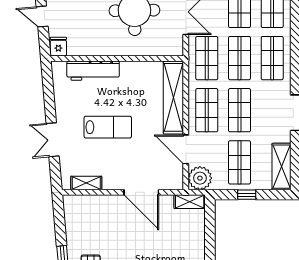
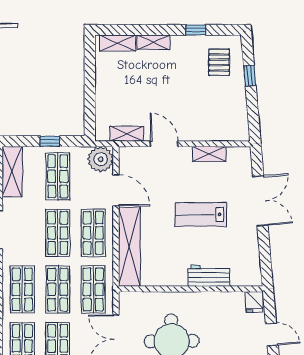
workbench: (93, 71) -> (209, 276), width x0.73
double door: (53, 140) -> (260, 201), width x1.37
shelving: (86, 183) -> (209, 154), moved
door: (141, 192) -> (164, 144), width x0.73
shelving: (190, 202) -> (127, 134), moved

